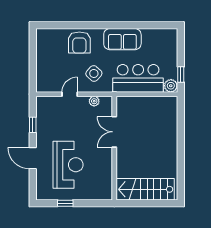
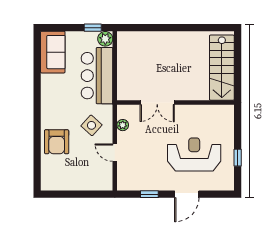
sofa: (122, 39) -> (53, 52), moved
armchair: (79, 42) -> (57, 142), turned 90

